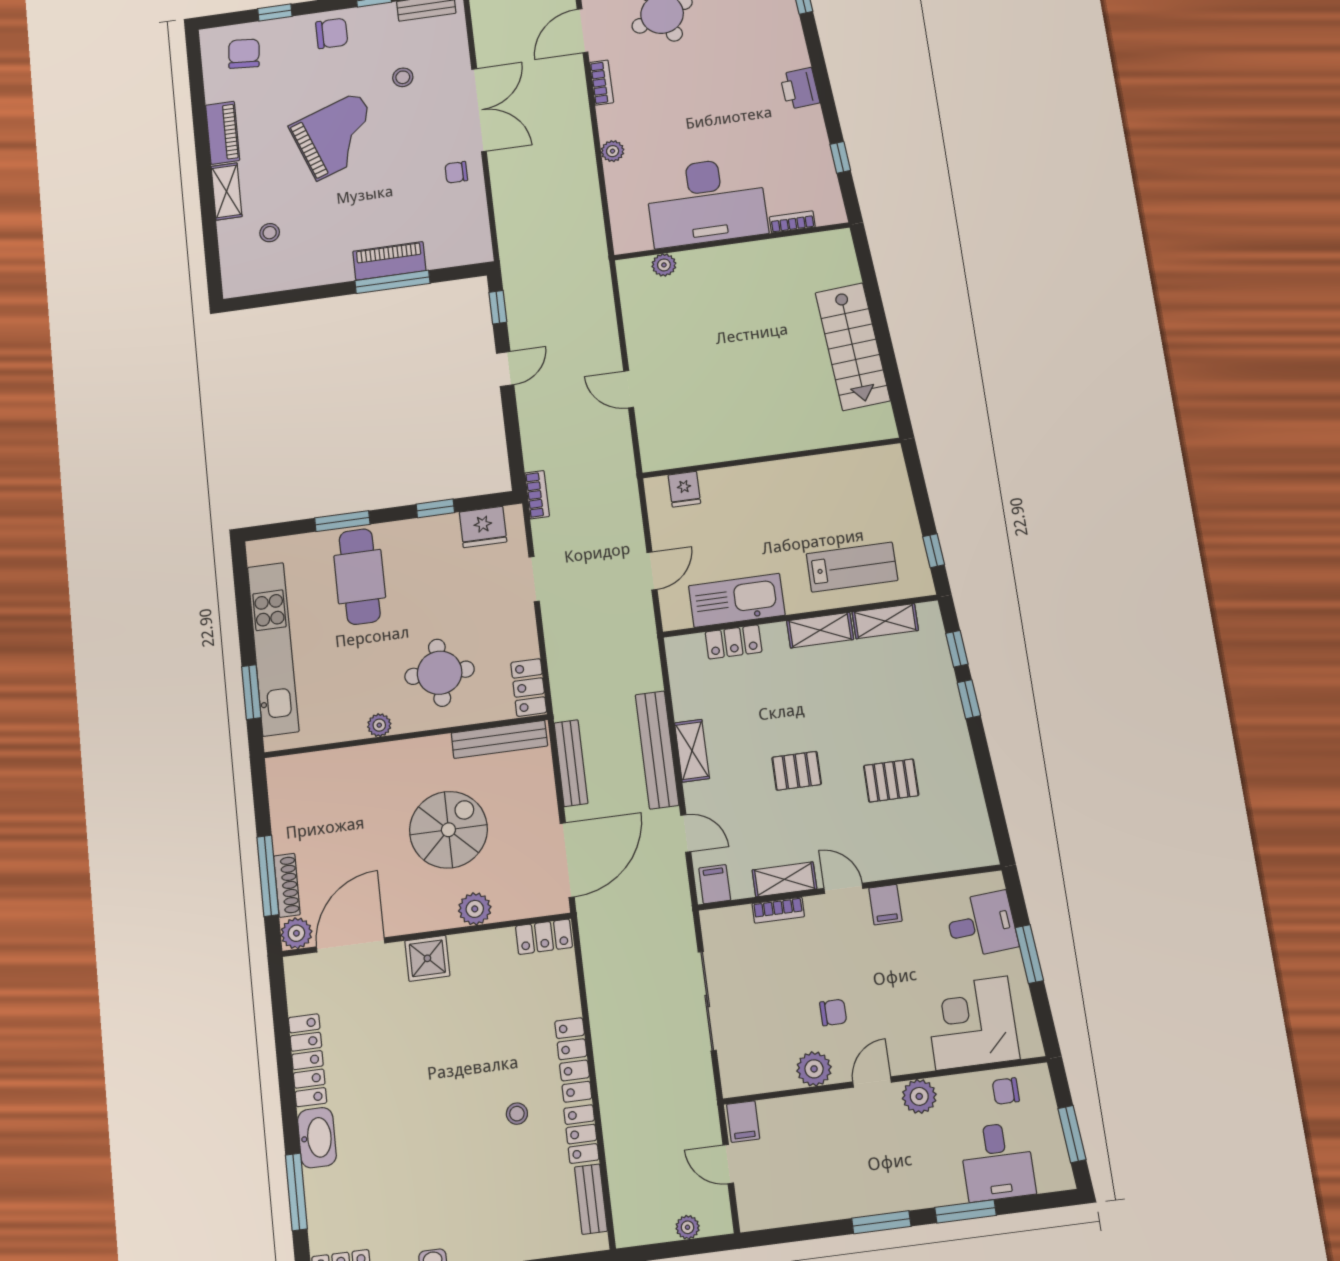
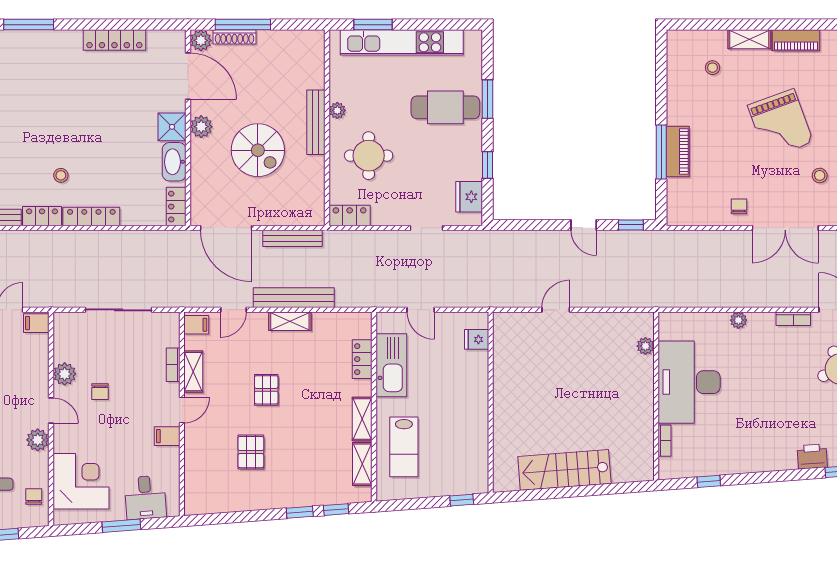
printer: (800, 88) -> (812, 456), moved
bookcase: (537, 495) -> (487, 237), removed
window: (934, 551) -> (462, 500), moved
bench: (499, 739) -> (316, 122), moved
plant: (475, 909) -> (201, 127), moved
washbasin: (317, 1138) -> (174, 162), moved, turned 90

